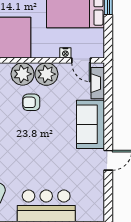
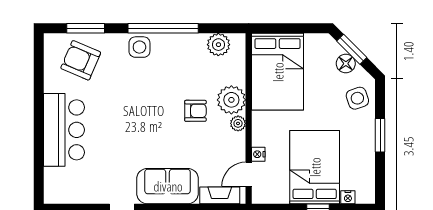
plant: (46, 74) -> (238, 123), width x0.53, depth x0.53
armchair: (31, 102) -> (195, 111), turned 90

